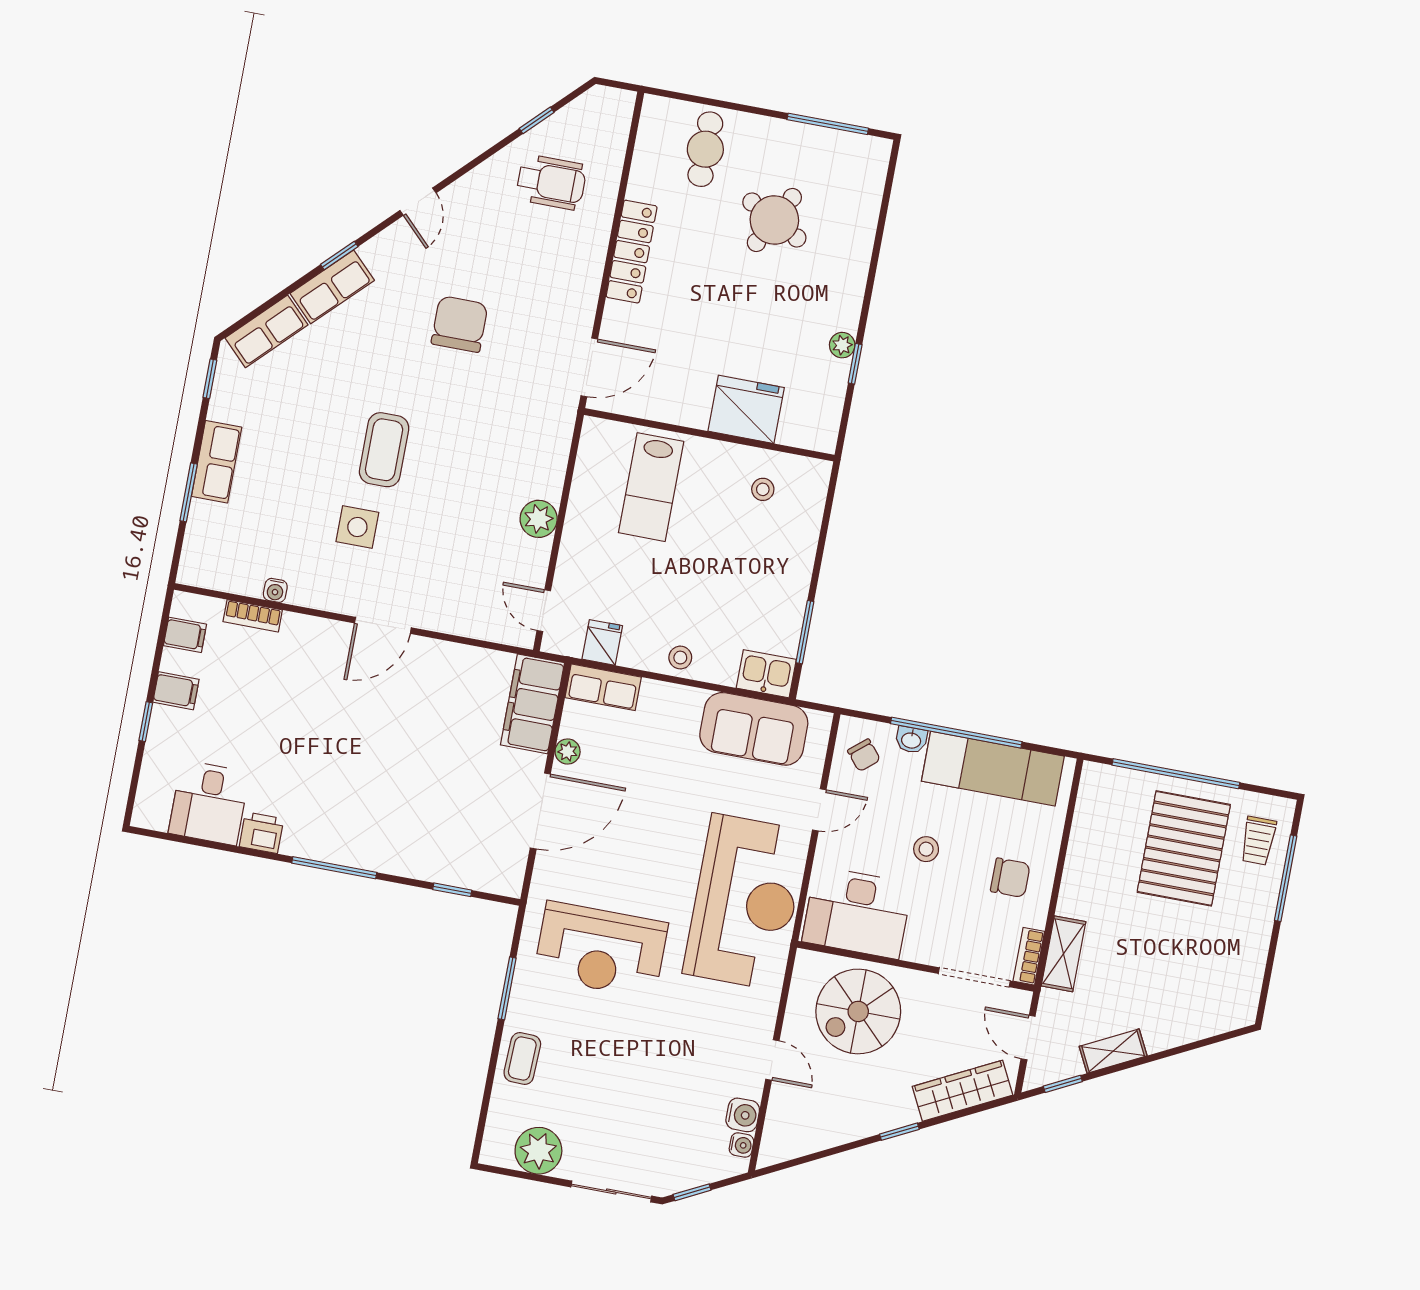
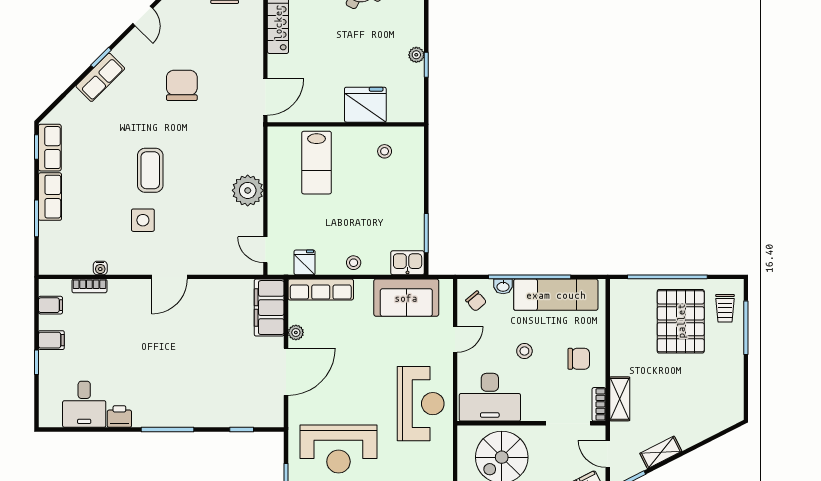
row of seats: (267, 331) -> (50, 148), moved, turned -45
plant: (539, 519) -> (248, 190), width x1.36, depth x1.36
row of seats: (603, 687) -> (321, 290), width x1.48
reception desk: (745, 902) -> (421, 404), width x0.74, depth x0.77

